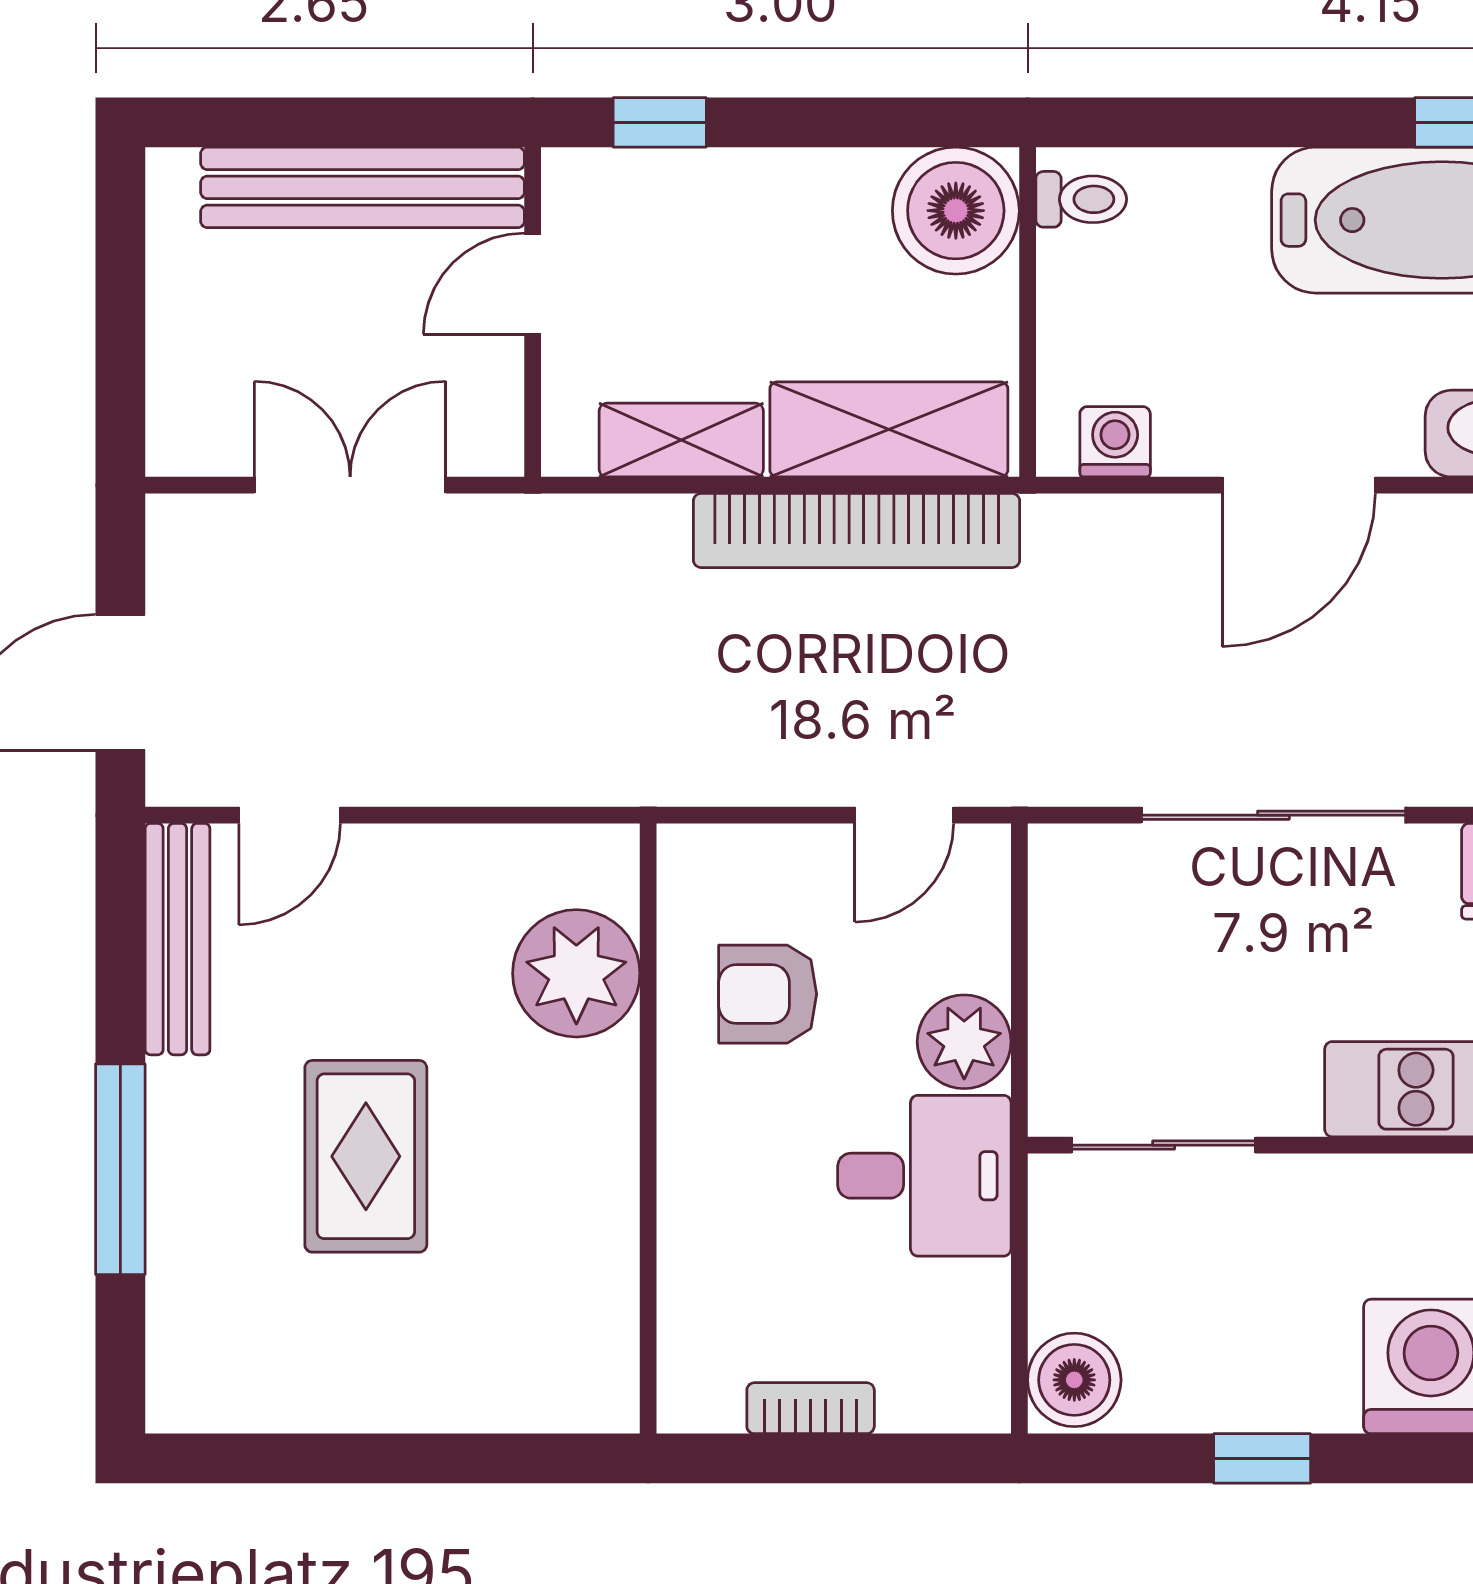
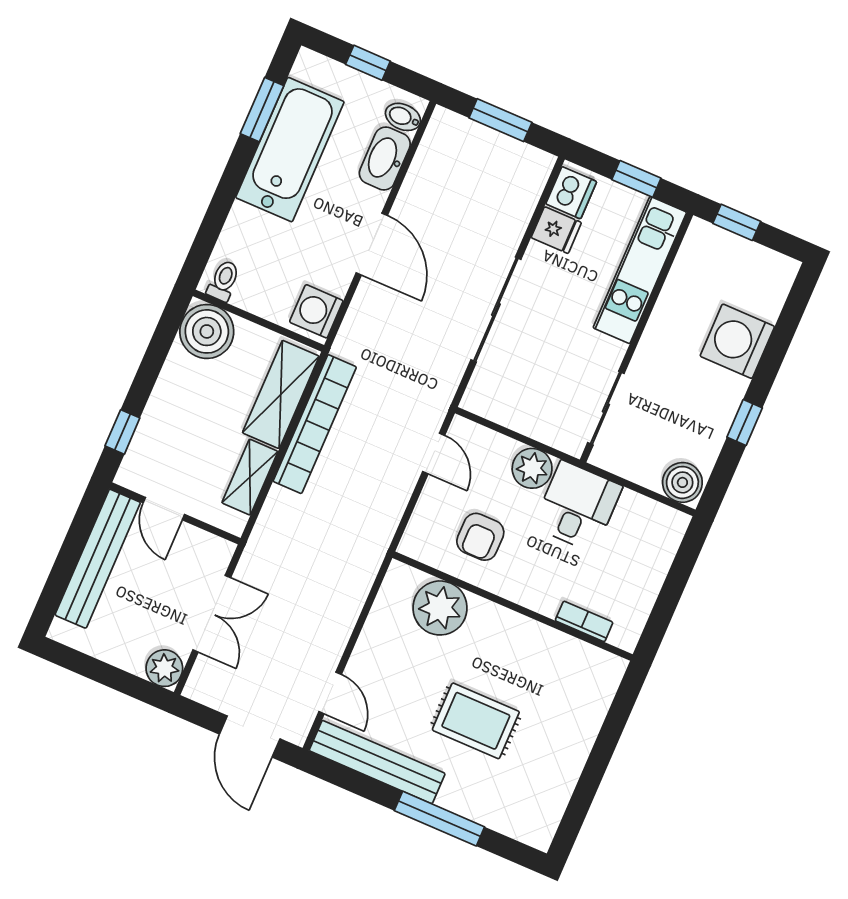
plant: (188, 434) -> (164, 668), added
washing machine: (1115, 442) -> (316, 311), width x1.38, depth x1.38
double door: (350, 485) -> (212, 614), swing flipped
bench: (177, 939) -> (377, 762), width x1.37, depth x1.21
bookcase: (811, 1408) -> (584, 621), moved, turned 90

